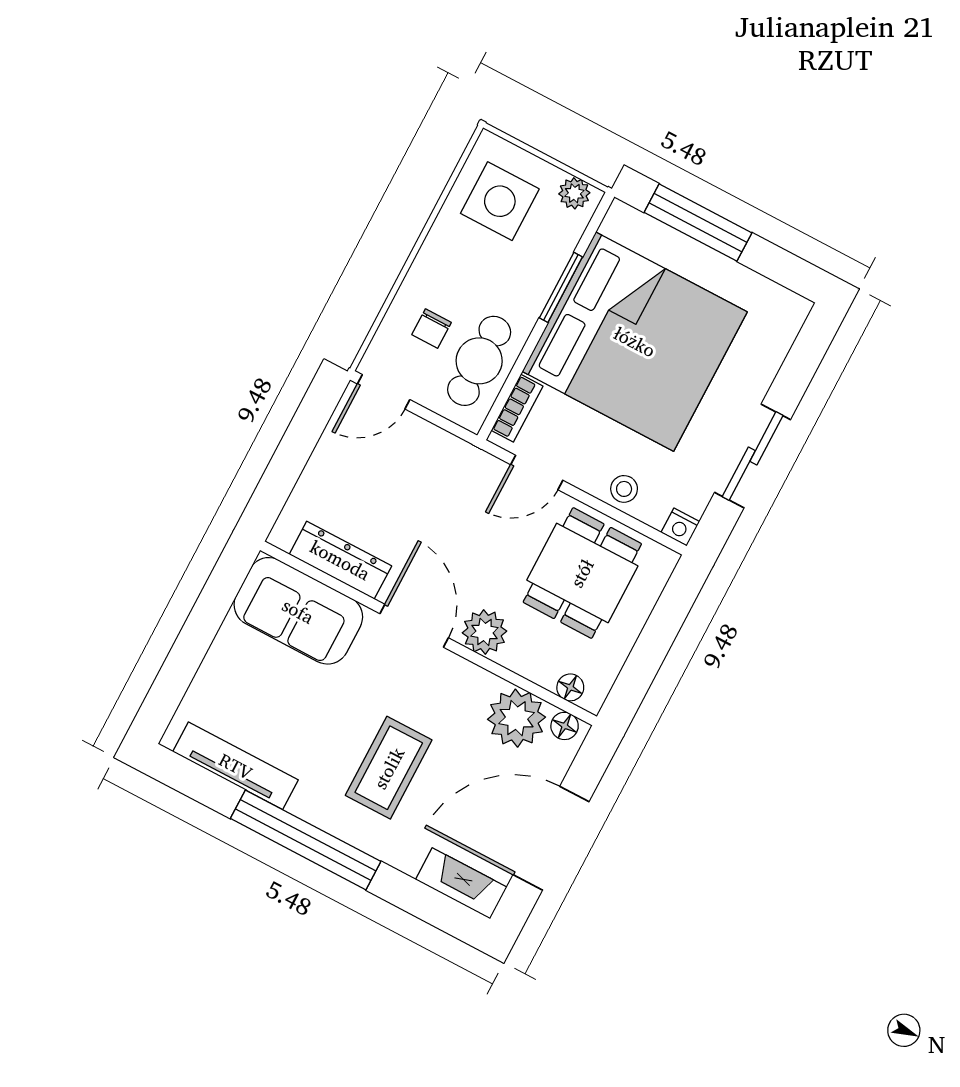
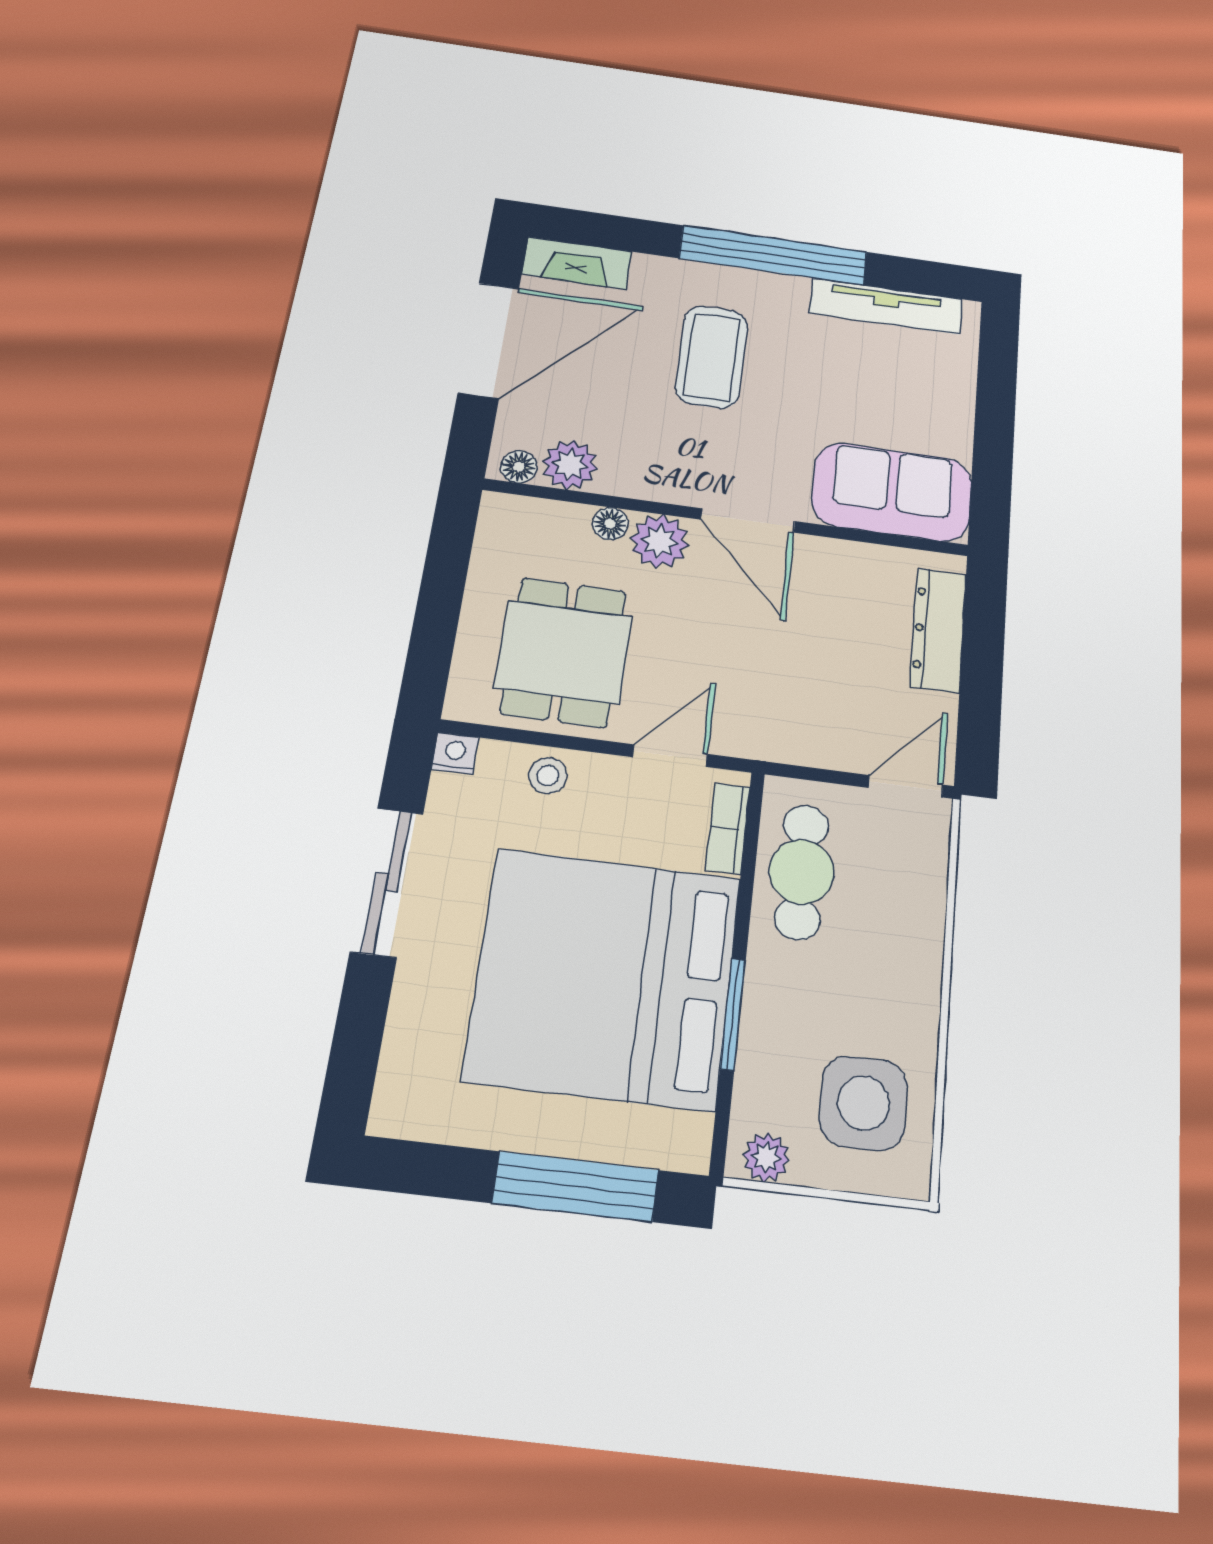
chair: (432, 329) -> (880, 891), removed
dresser: (340, 560) -> (938, 630), moved, turned 90
floor lamp: (570, 687) -> (610, 524), moved
plant: (517, 718) -> (570, 465), width x0.73, depth x0.73

